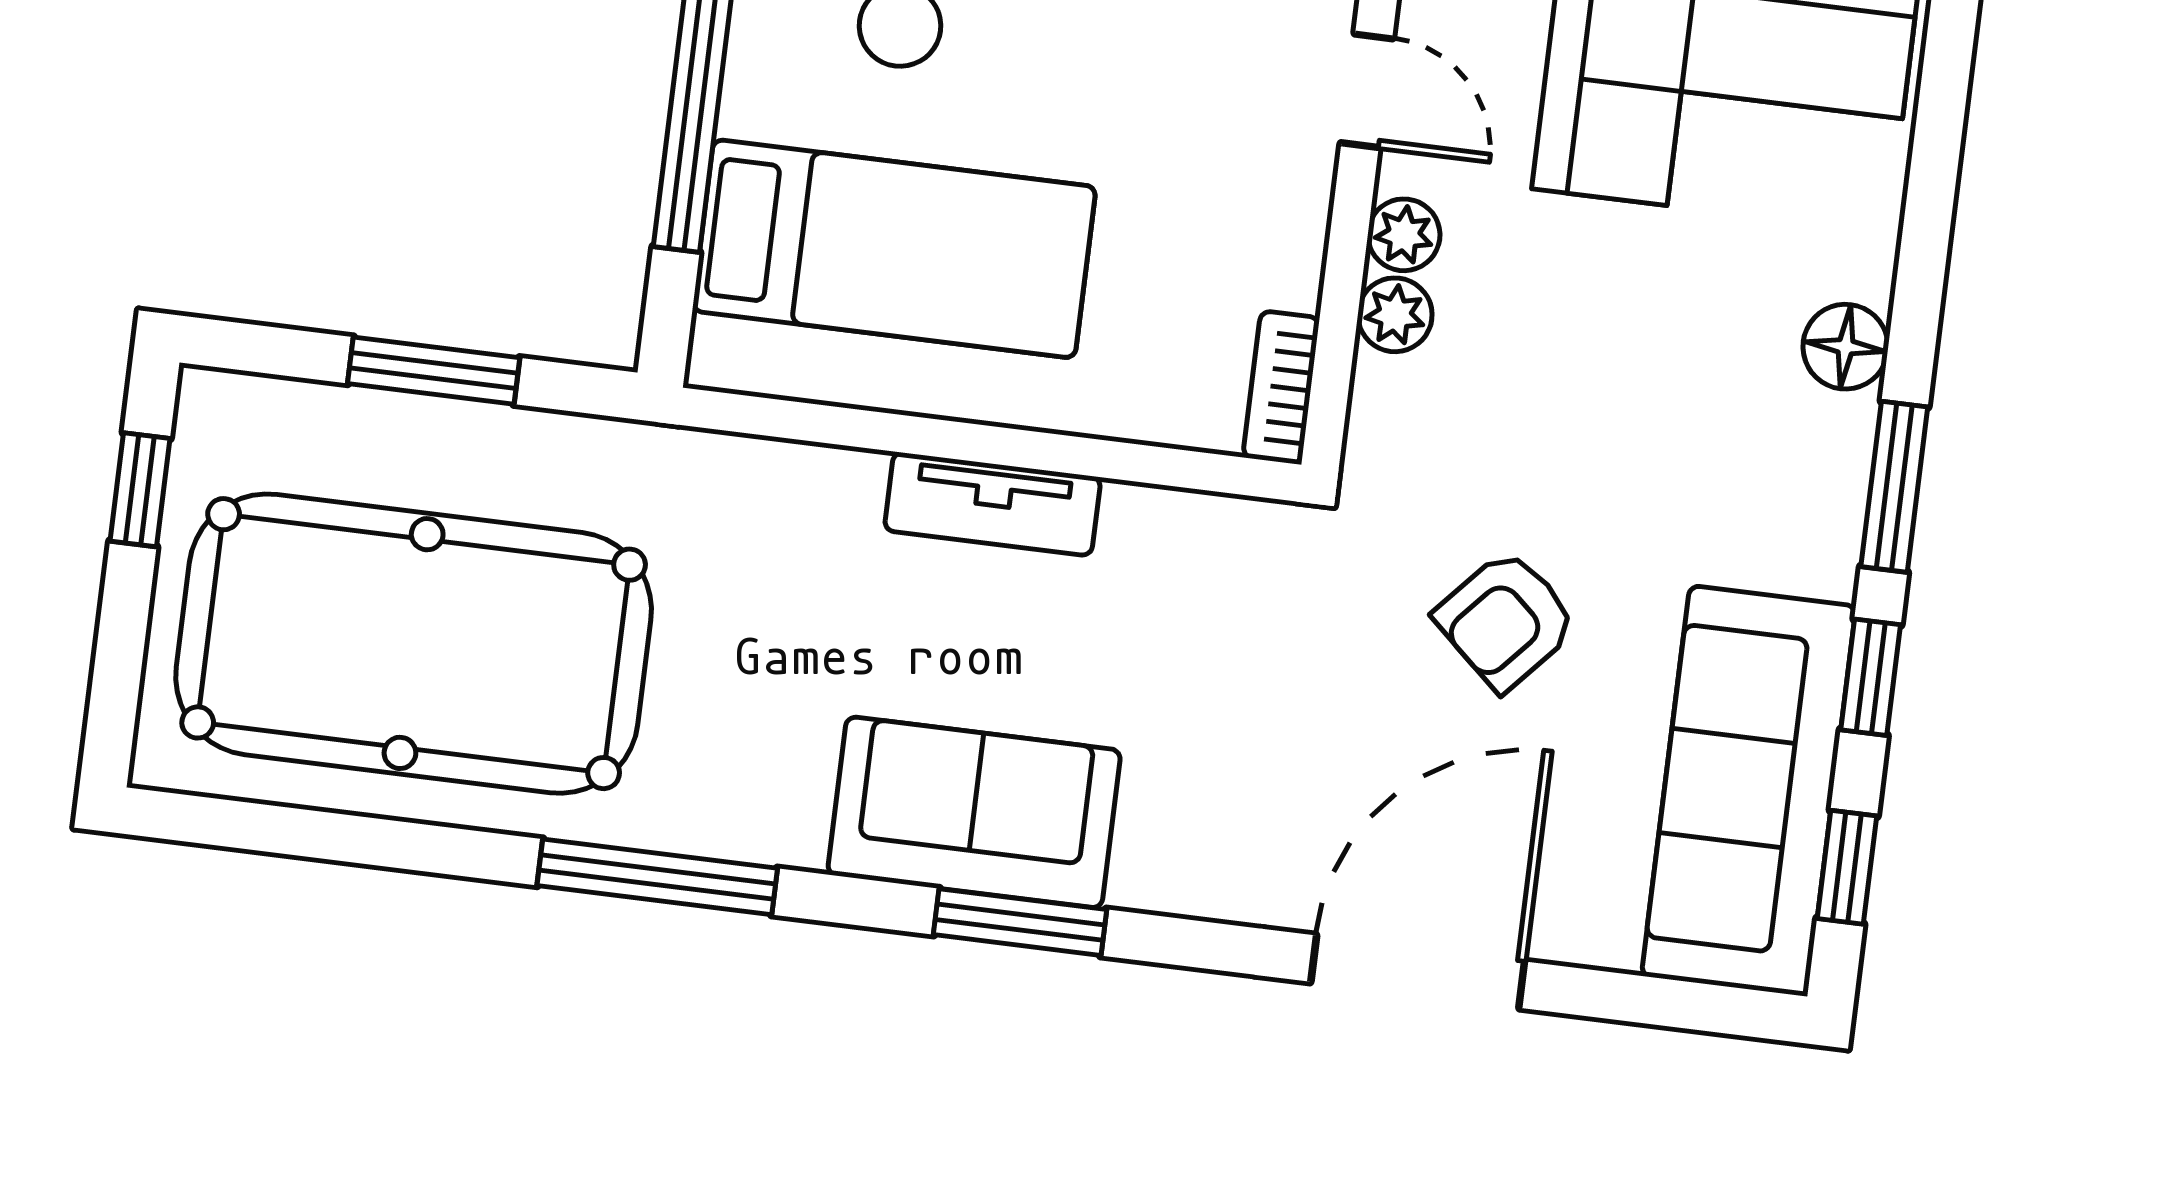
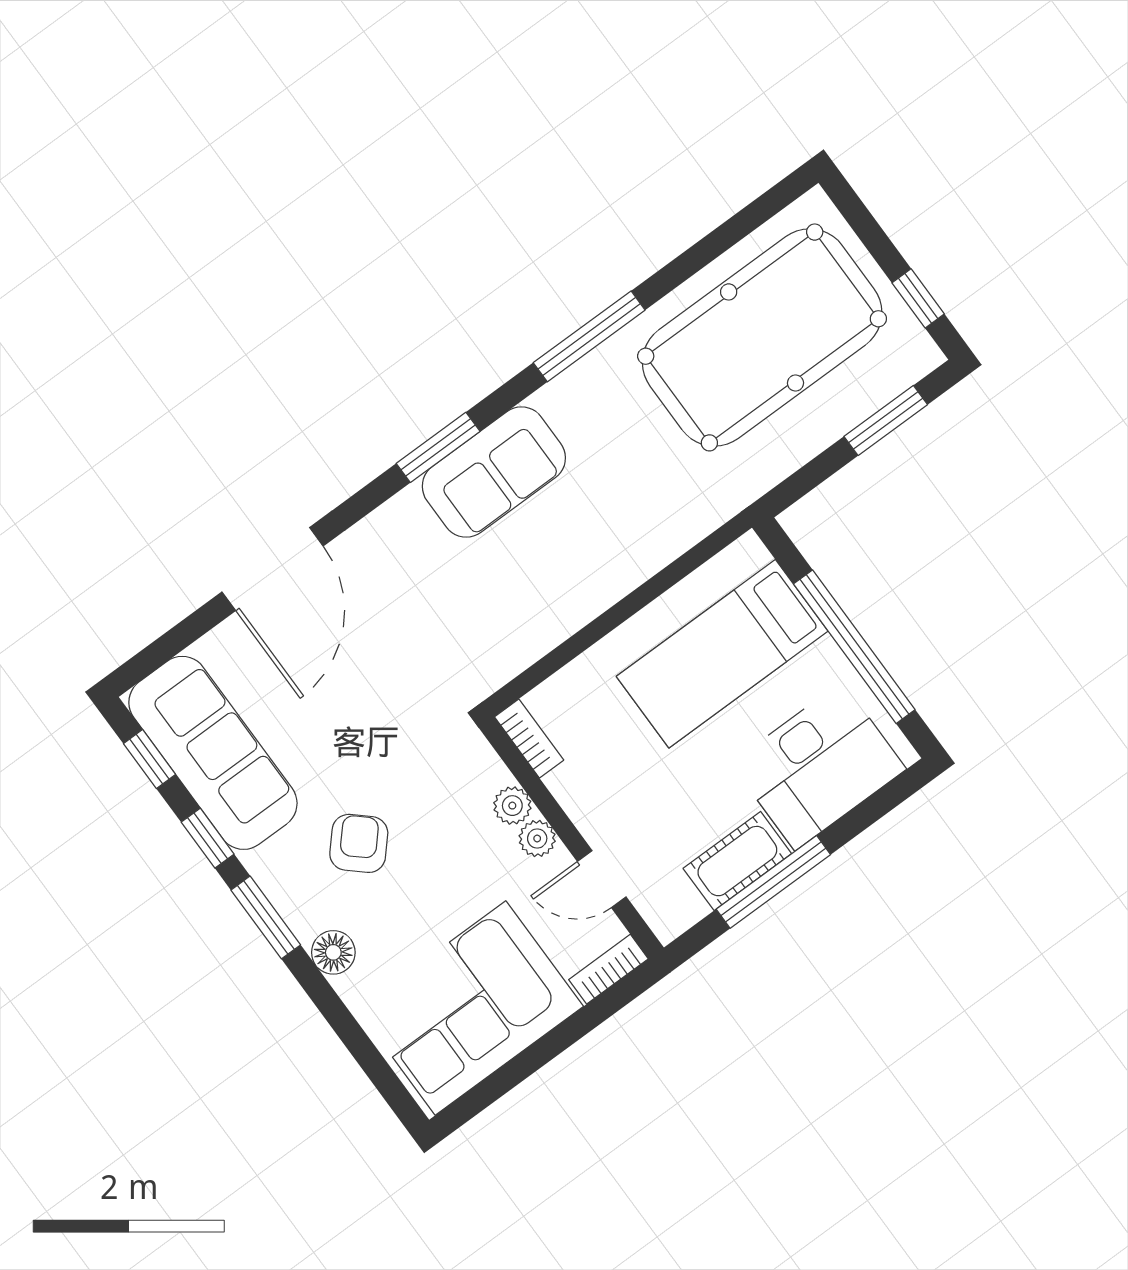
window: (434, 371) -> (886, 420), moved
tv unit: (993, 504) -> (596, 593), removed
armchair: (1506, 620) -> (359, 843), moved

